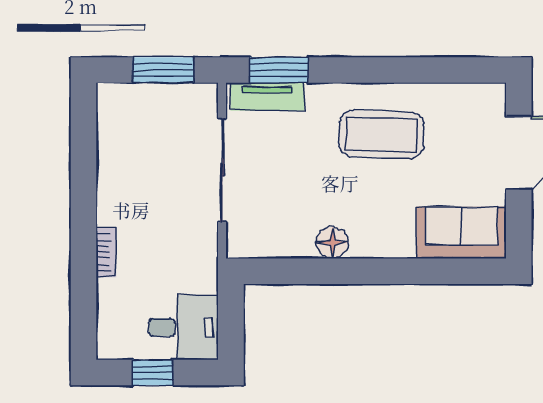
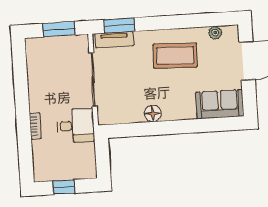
plant: (461, 95) -> (215, 33), added
desk: (183, 327) -> (76, 126), moved

